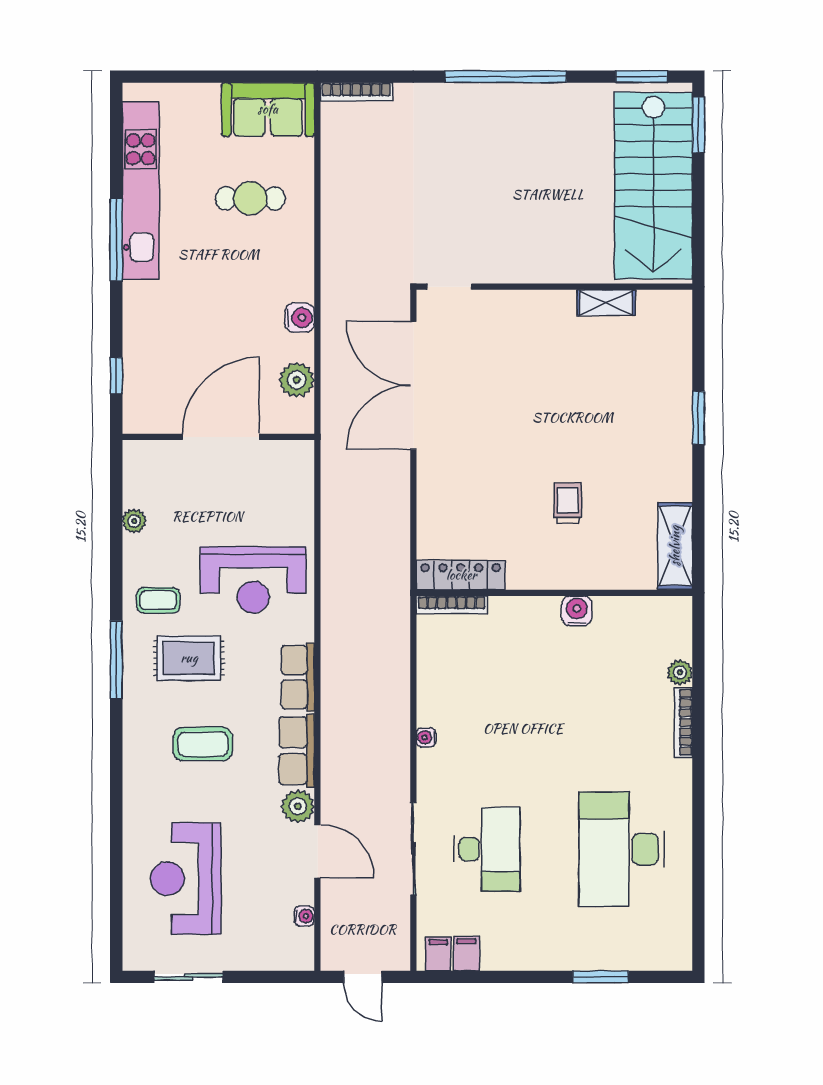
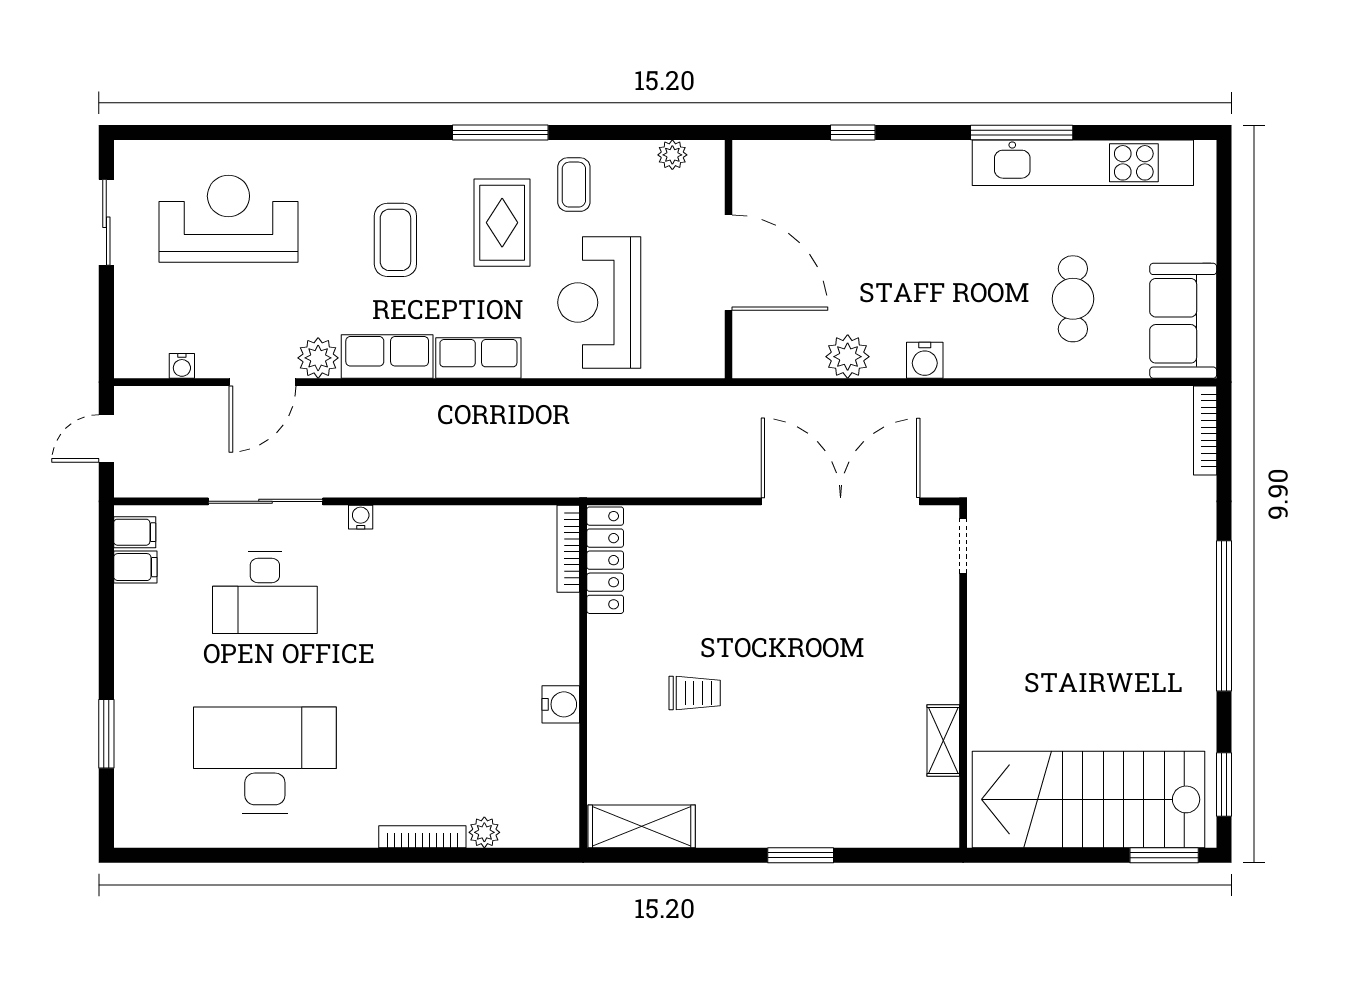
wall: (218, 437) -> (728, 259), moved
door: (221, 437) -> (728, 263), moved
water cooler: (426, 737) -> (361, 517), moved

